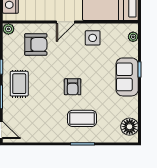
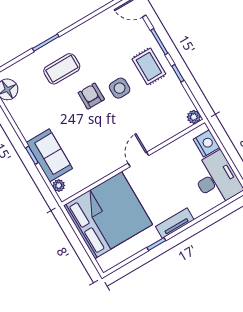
side table: (93, 38) -> (120, 88), moved
armchair: (36, 44) -> (156, 118), removed
sofa: (127, 77) -> (49, 155), moved

